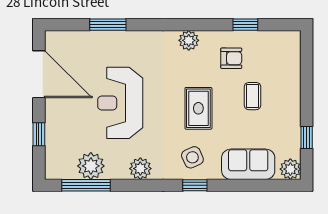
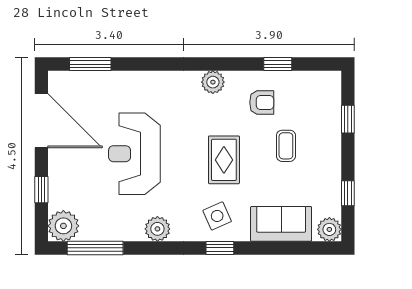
window: (108, 25) -> (90, 64), moved
window: (307, 73) -> (348, 119), added
plant: (91, 166) -> (63, 226), moved

